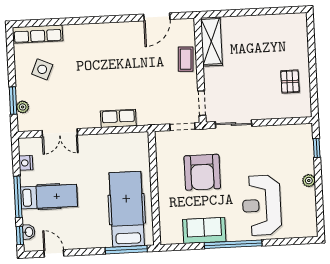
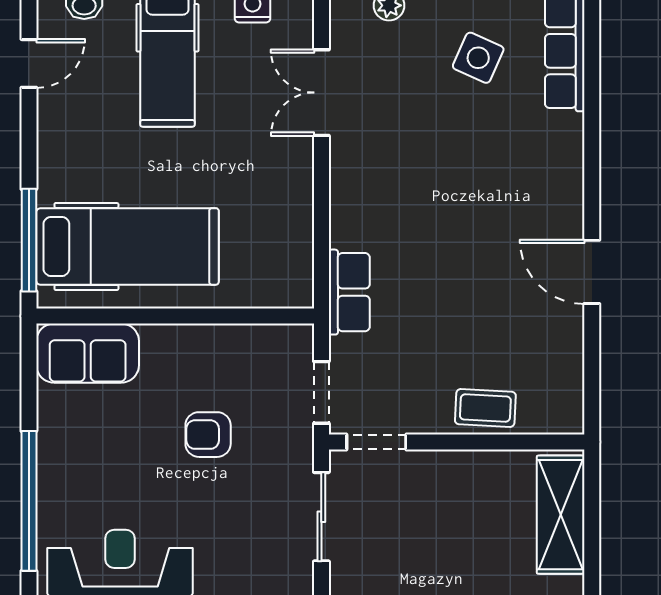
door: (157, 17) -> (592, 272), moved
shelving: (211, 41) -> (561, 515), moved, turned 90
row of seats: (118, 118) -> (349, 292), moved
armchair: (202, 172) -> (208, 435), width x0.53, depth x0.53
sofa: (204, 230) -> (88, 353), moved, turned 90

